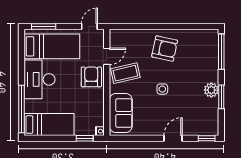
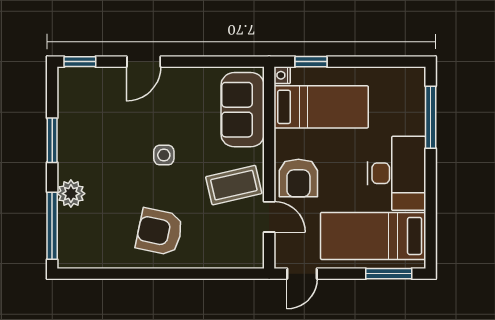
door: (107, 56) -> (269, 217), swing flipped
plant: (211, 90) -> (71, 194), moved
window: (22, 109) -> (431, 117), width x0.68
bed: (49, 124) -> (321, 107), moved, turned 180

